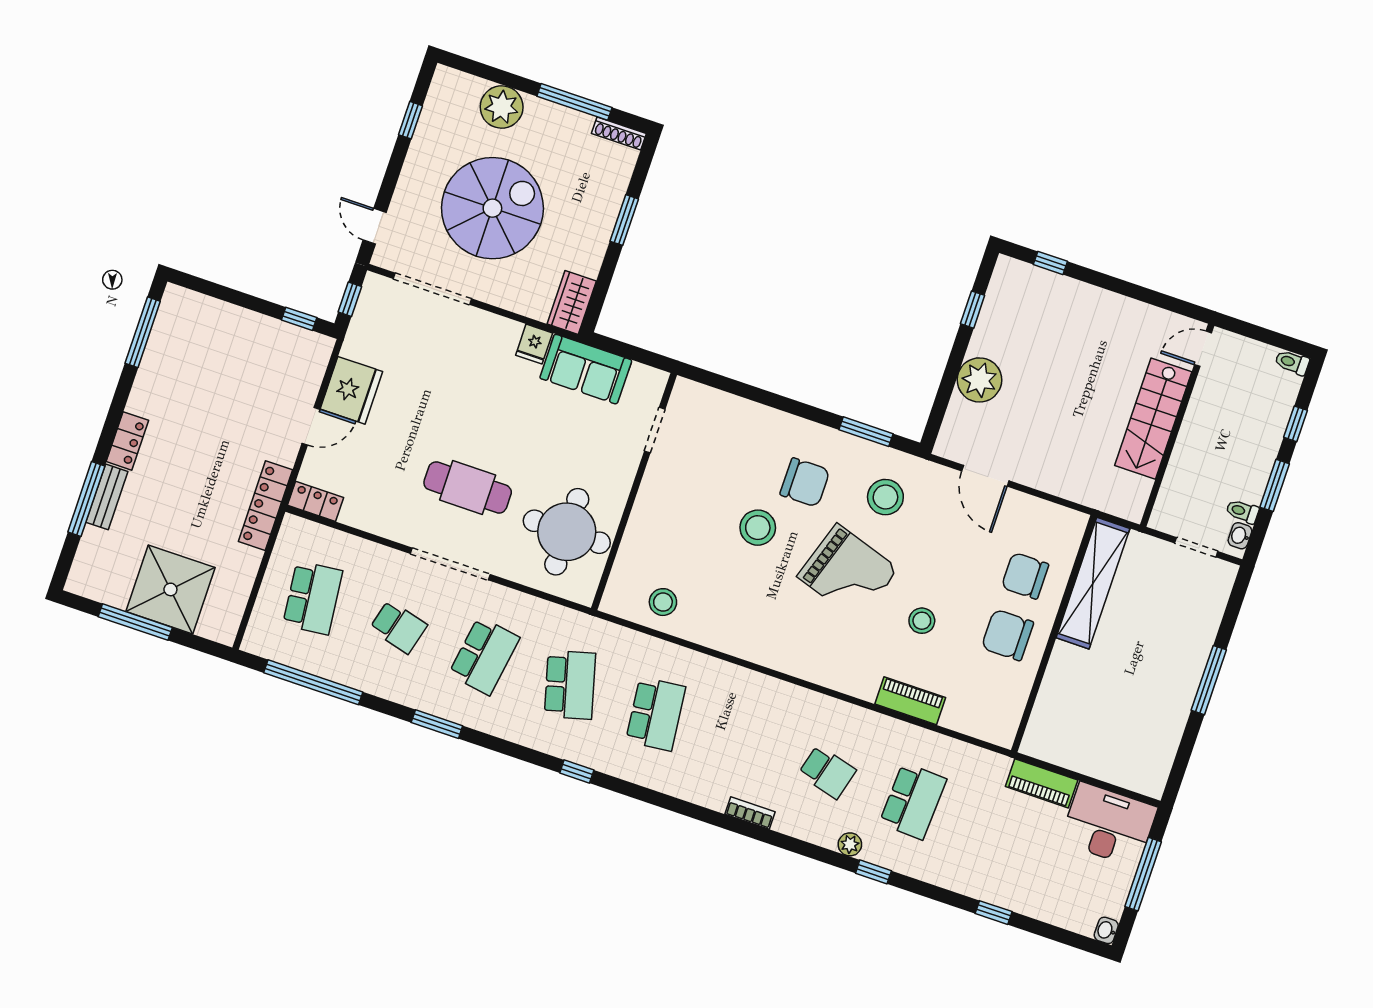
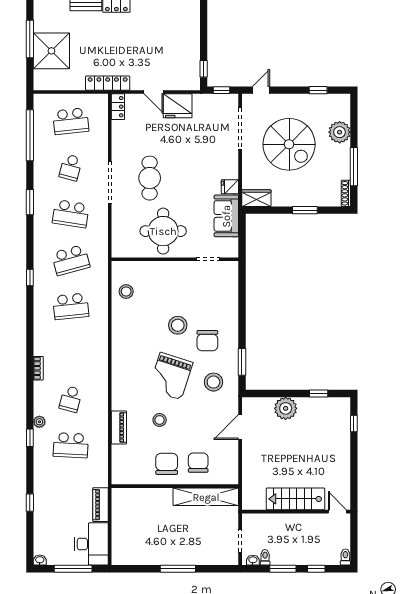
round table: (567, 532) -> (163, 231), moved

